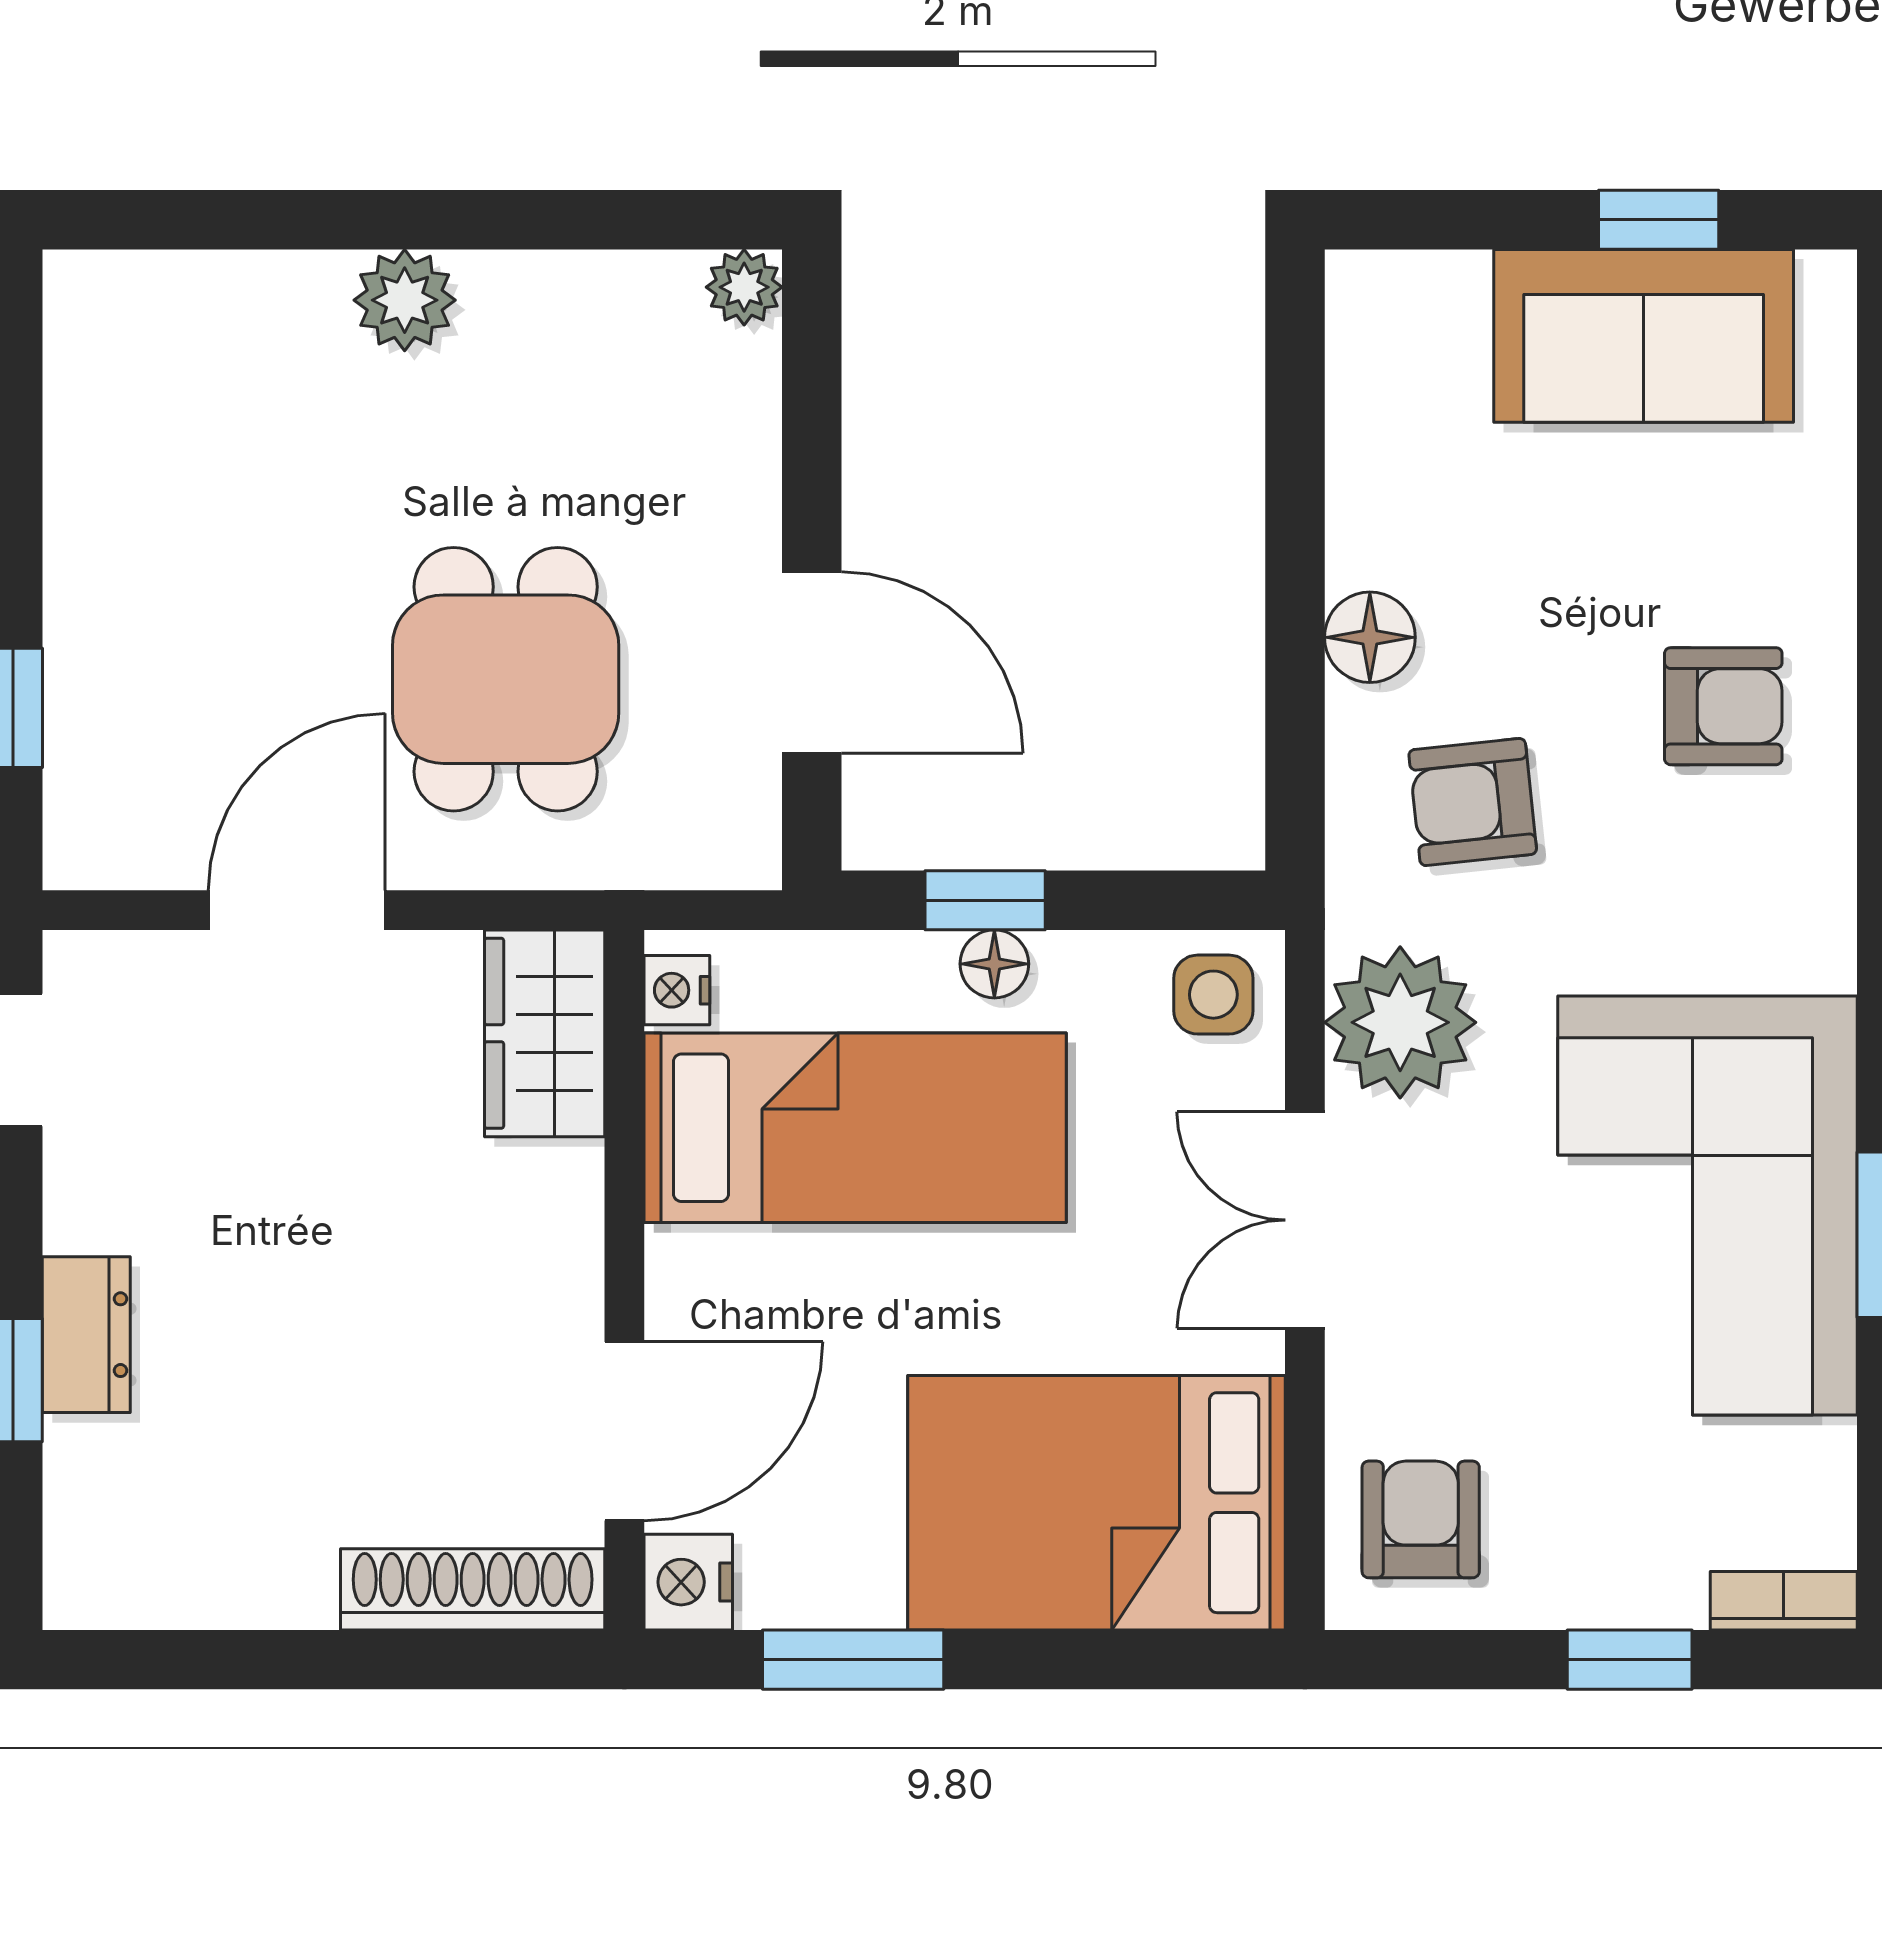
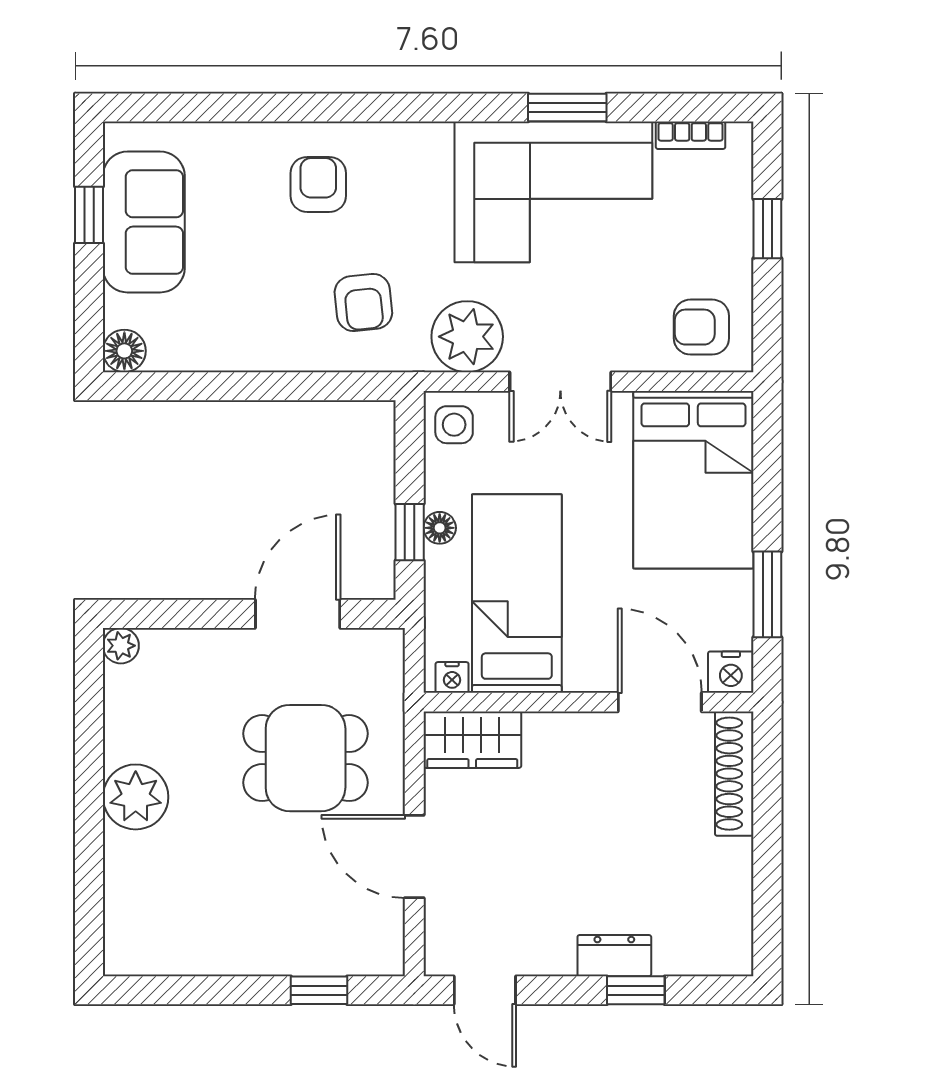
plant: (405, 300) -> (136, 797), width x1.36, depth x1.36
floor lamp: (1370, 637) -> (124, 351), moved
bookcase: (1784, 1601) -> (691, 135), moved, turned -90

